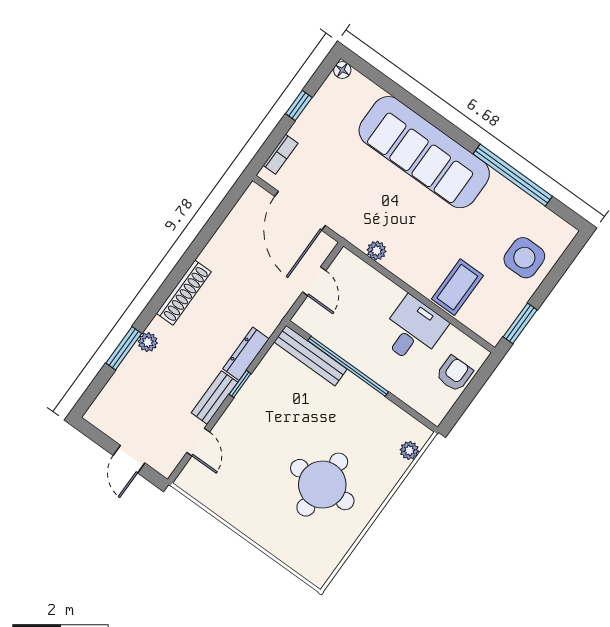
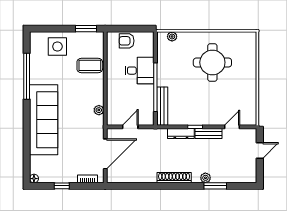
desk: (413, 330) -> (140, 71), moved, turned 180

